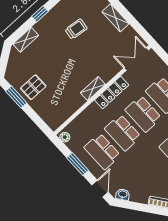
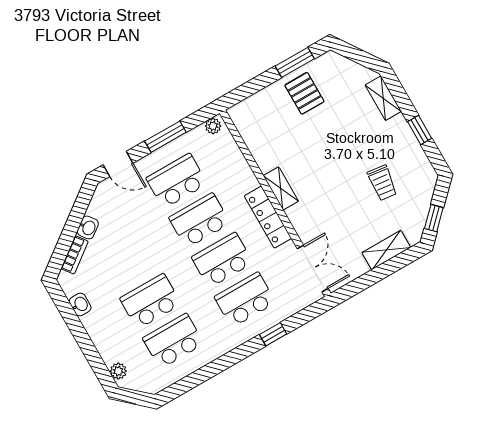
washbasin: (123, 194) -> (88, 227), moved

